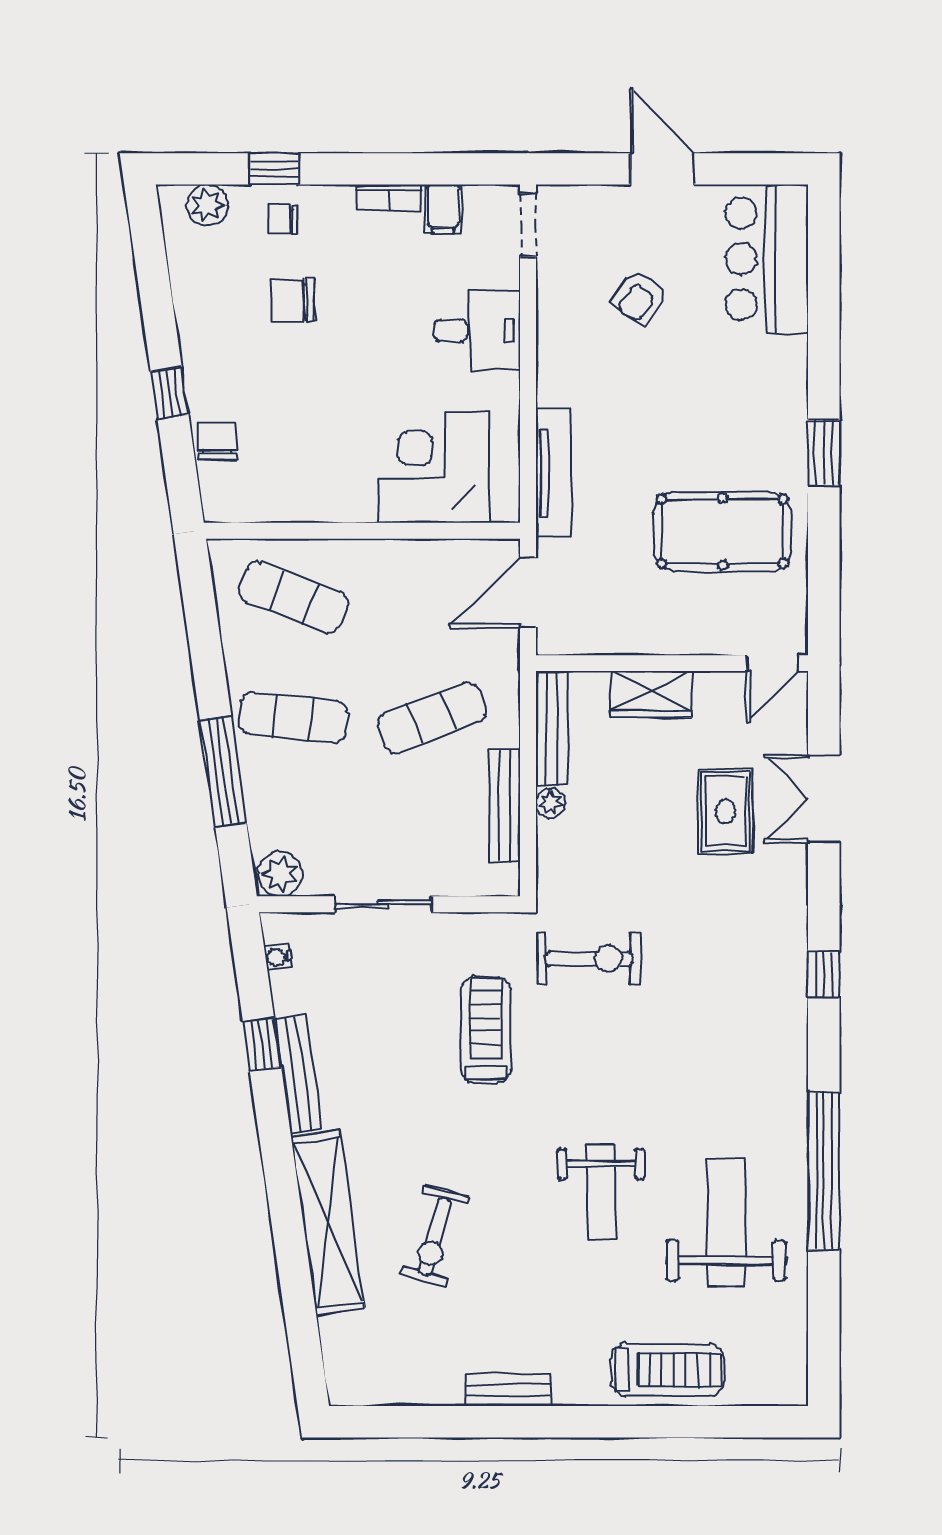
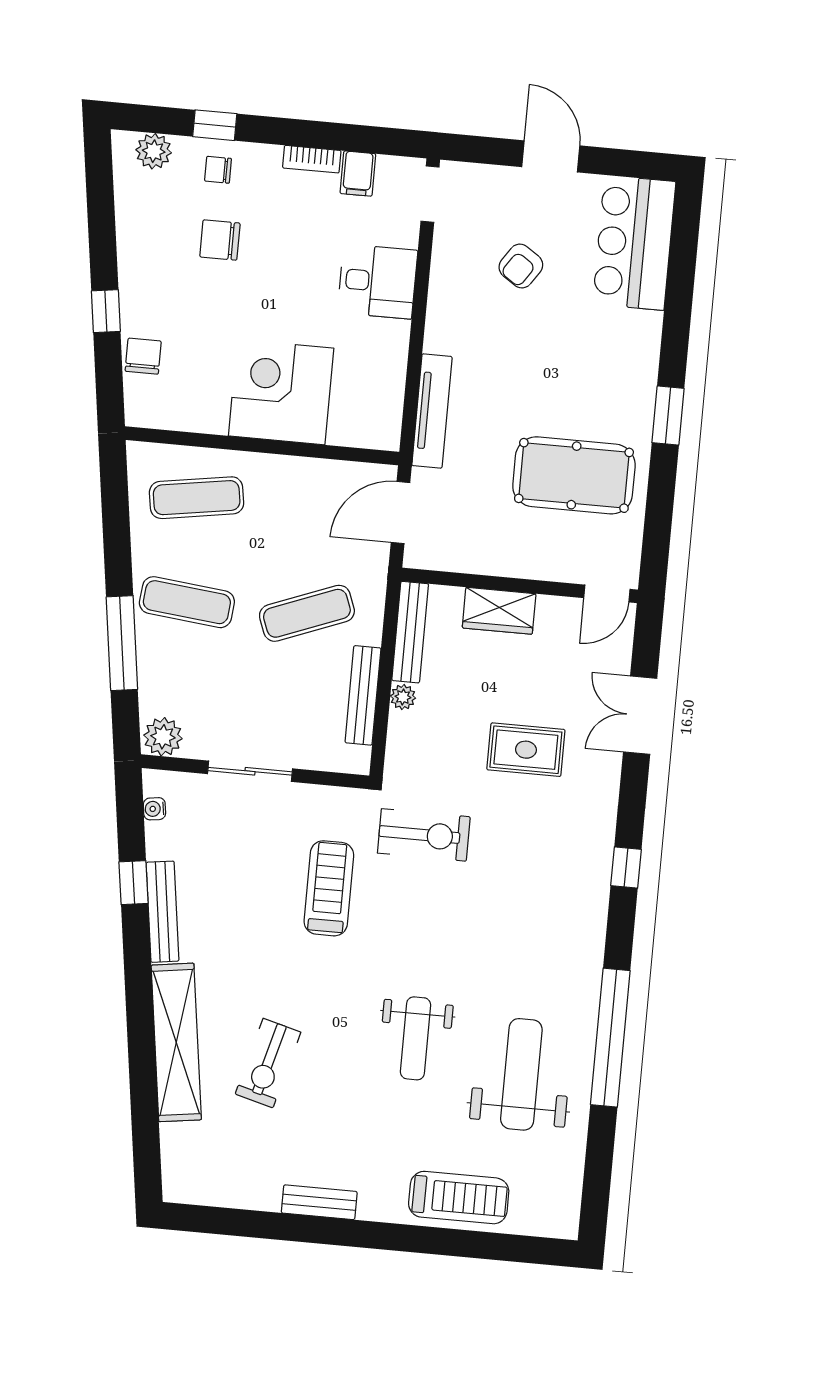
corner desk: (434, 467) -> (281, 392), moved
exercise mat: (293, 597) -> (197, 498), turned -30
rug: (725, 811) -> (526, 750), moved, turned 90

